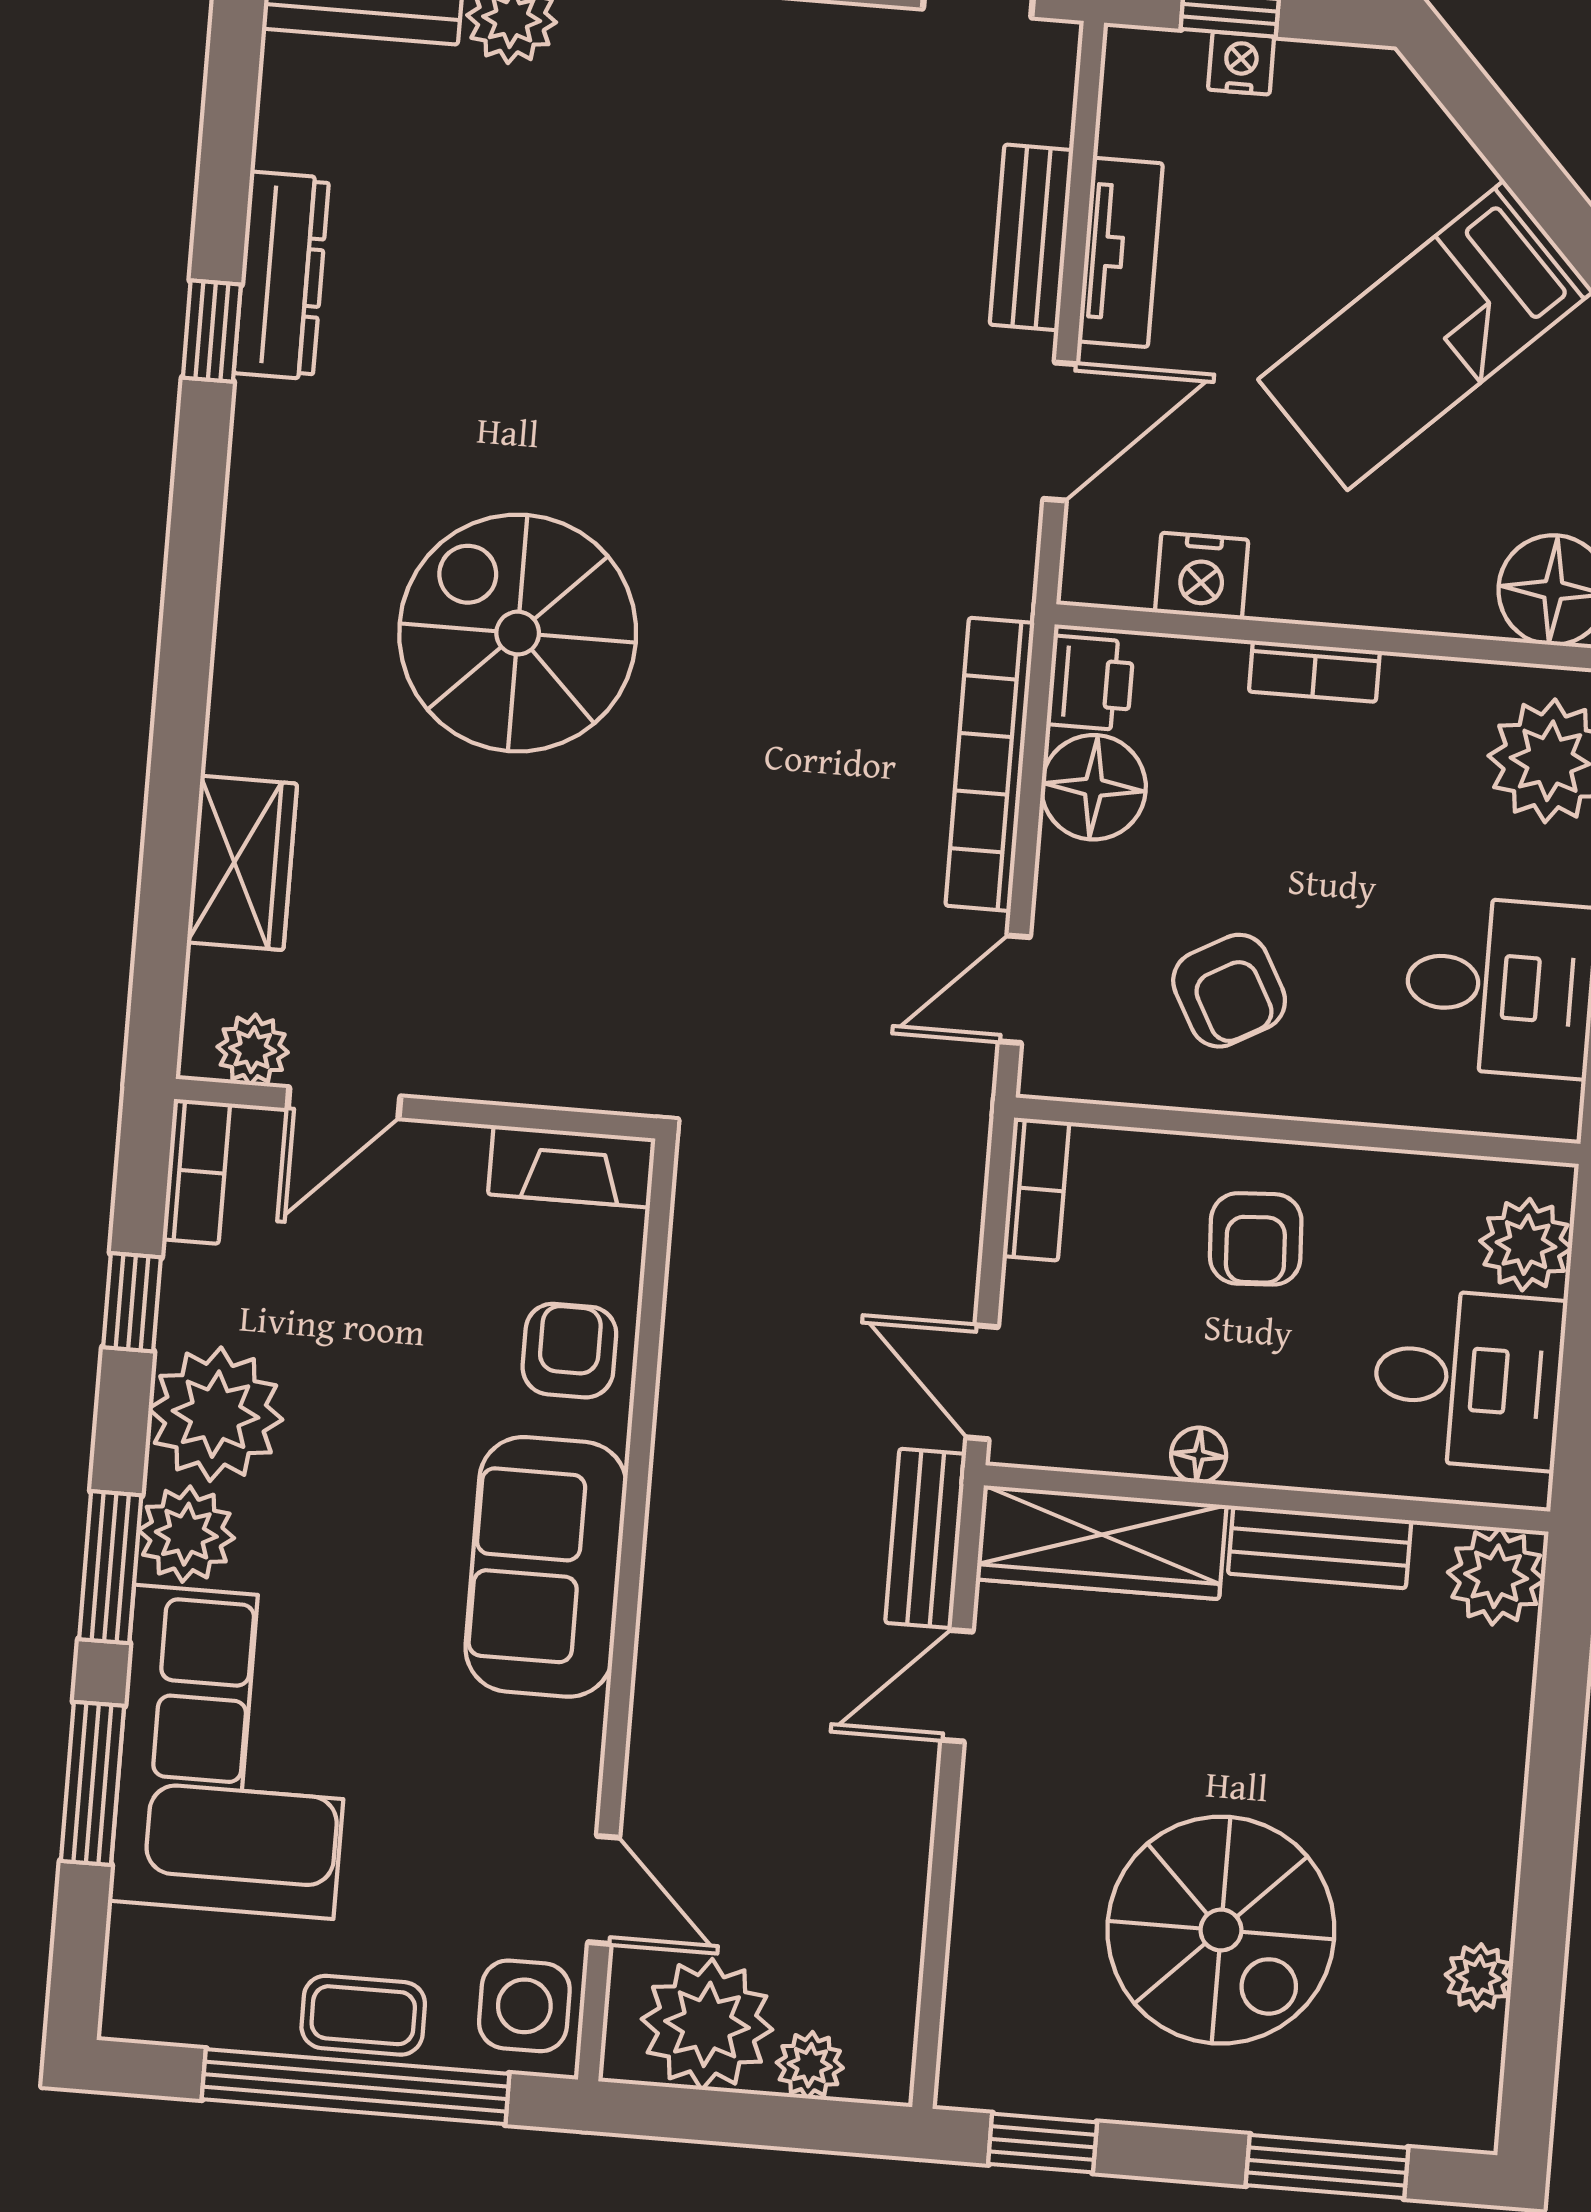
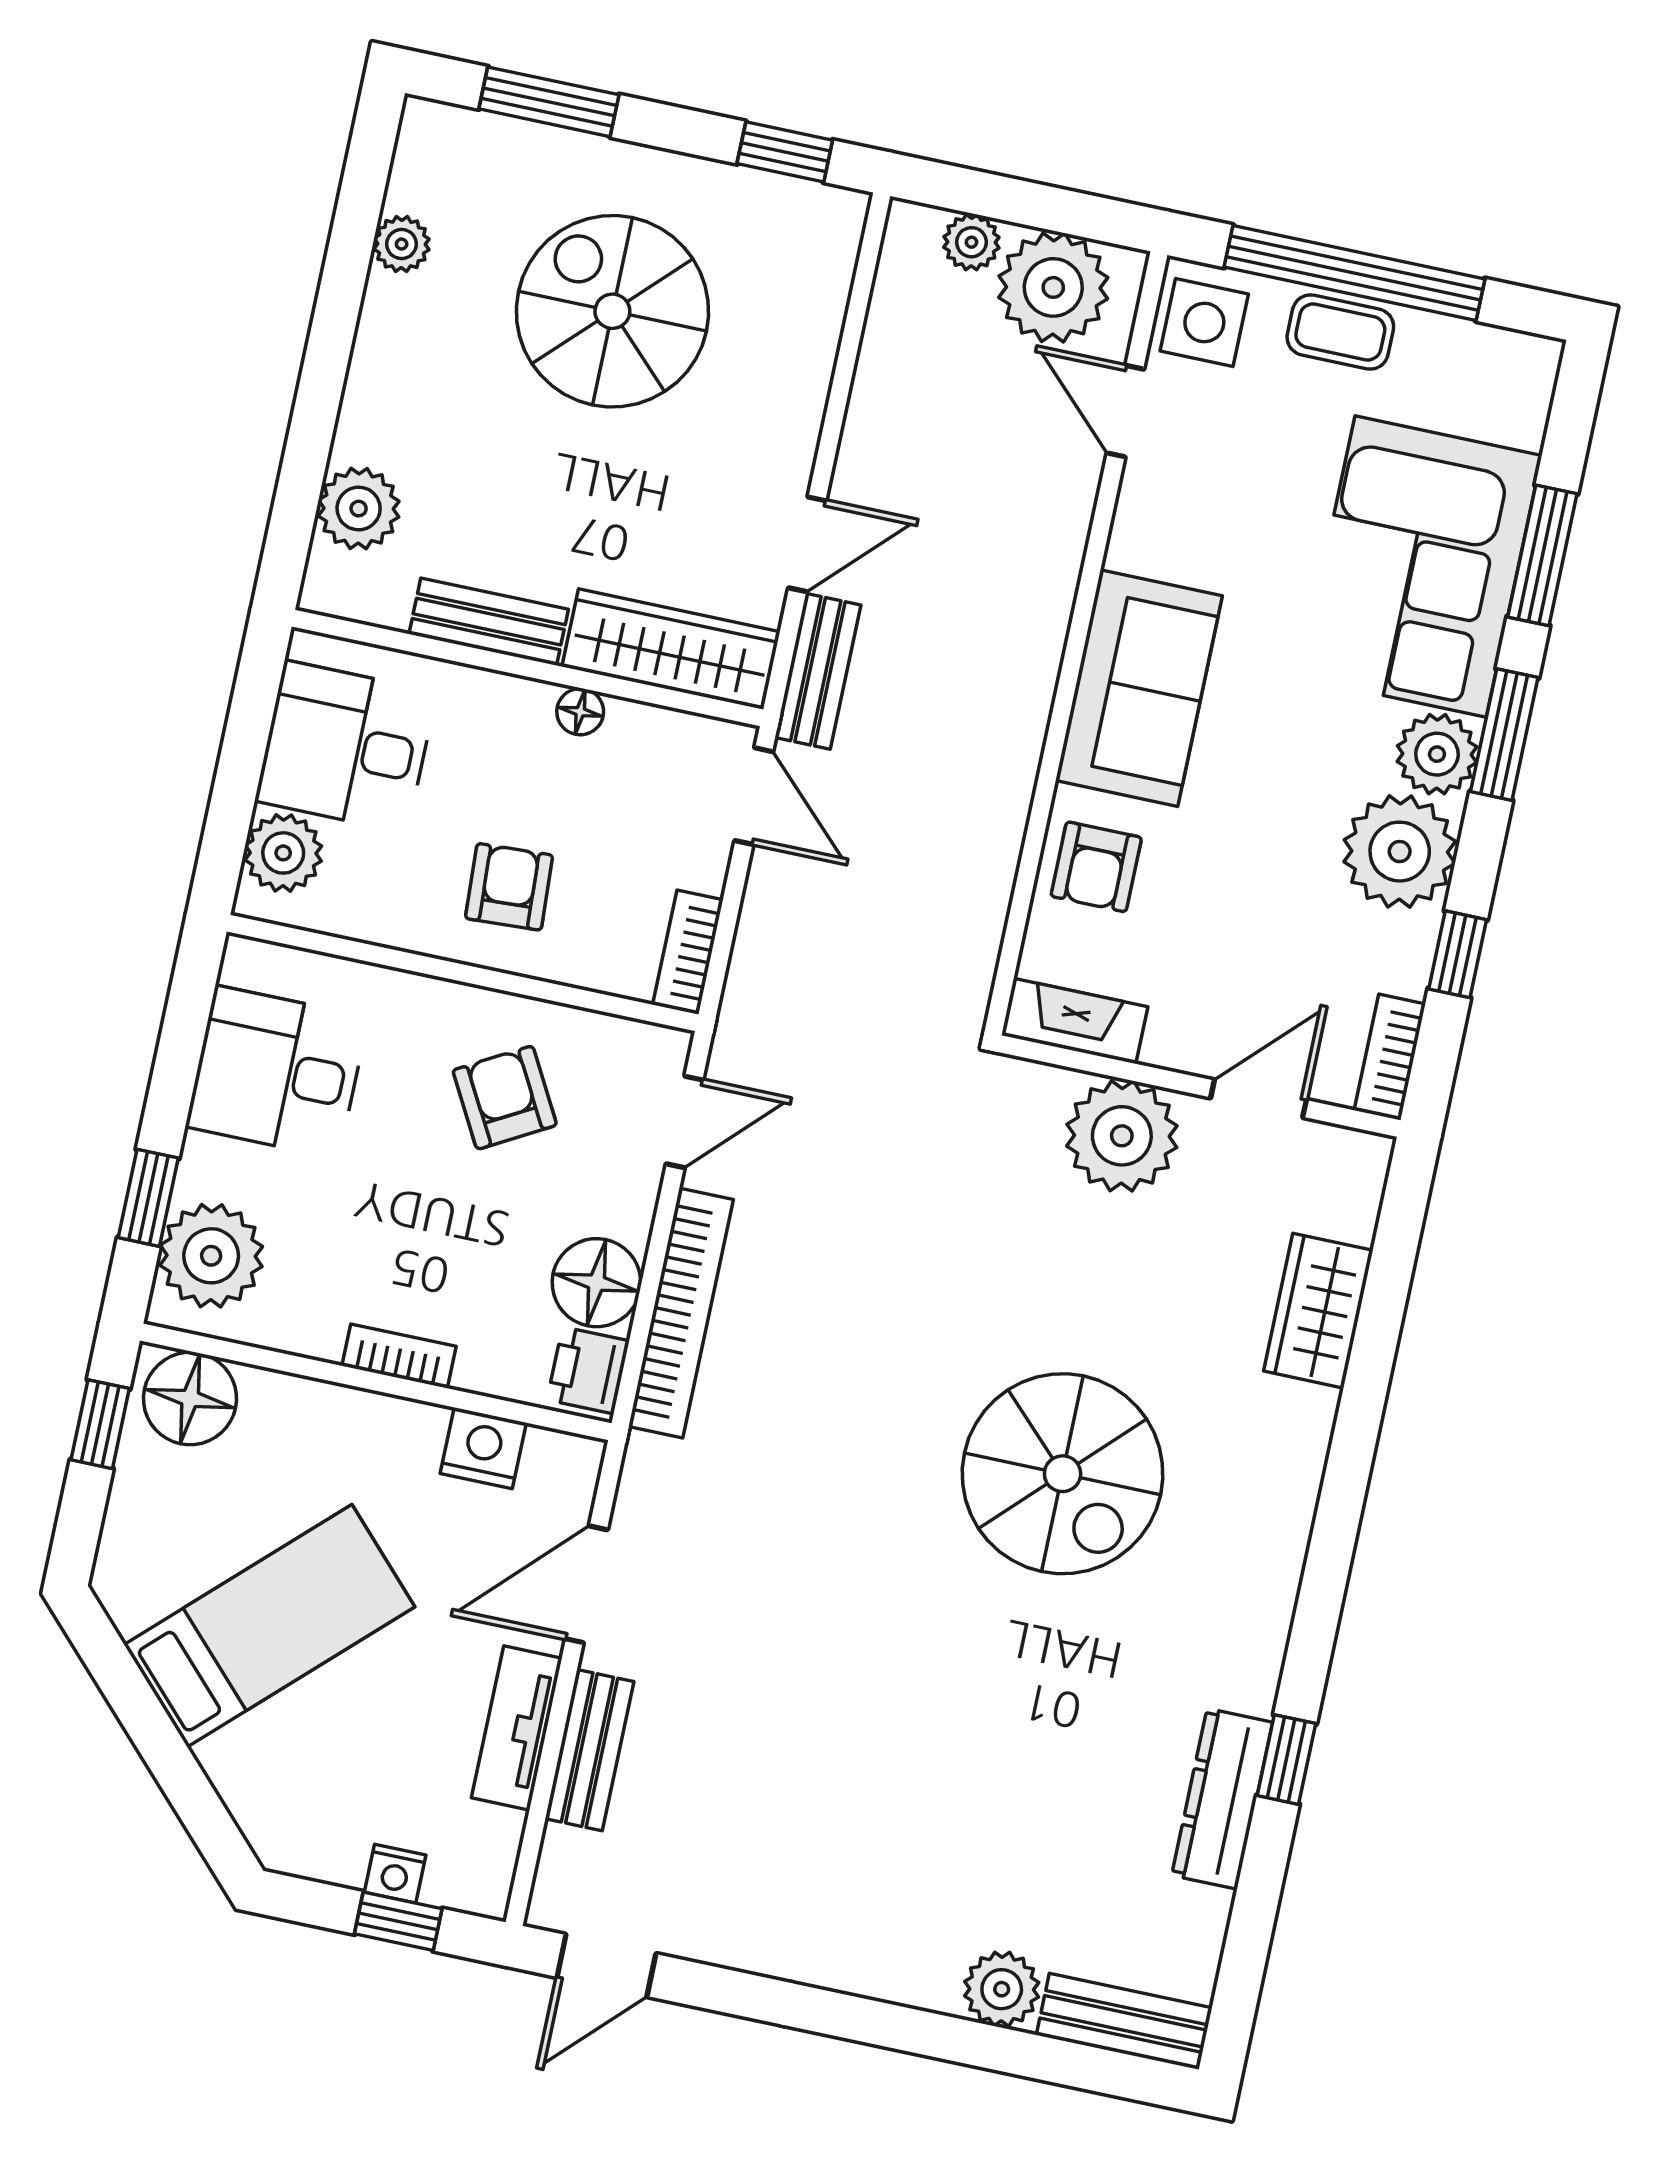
plant: (253, 1050) -> (1122, 1136), moved, width x1.87, depth x1.87
plant: (1496, 1576) -> (359, 509), moved

